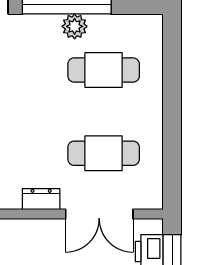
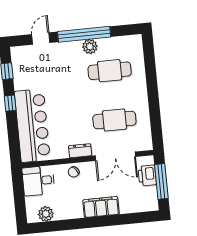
chair: (27, 233) -> (74, 172), added

